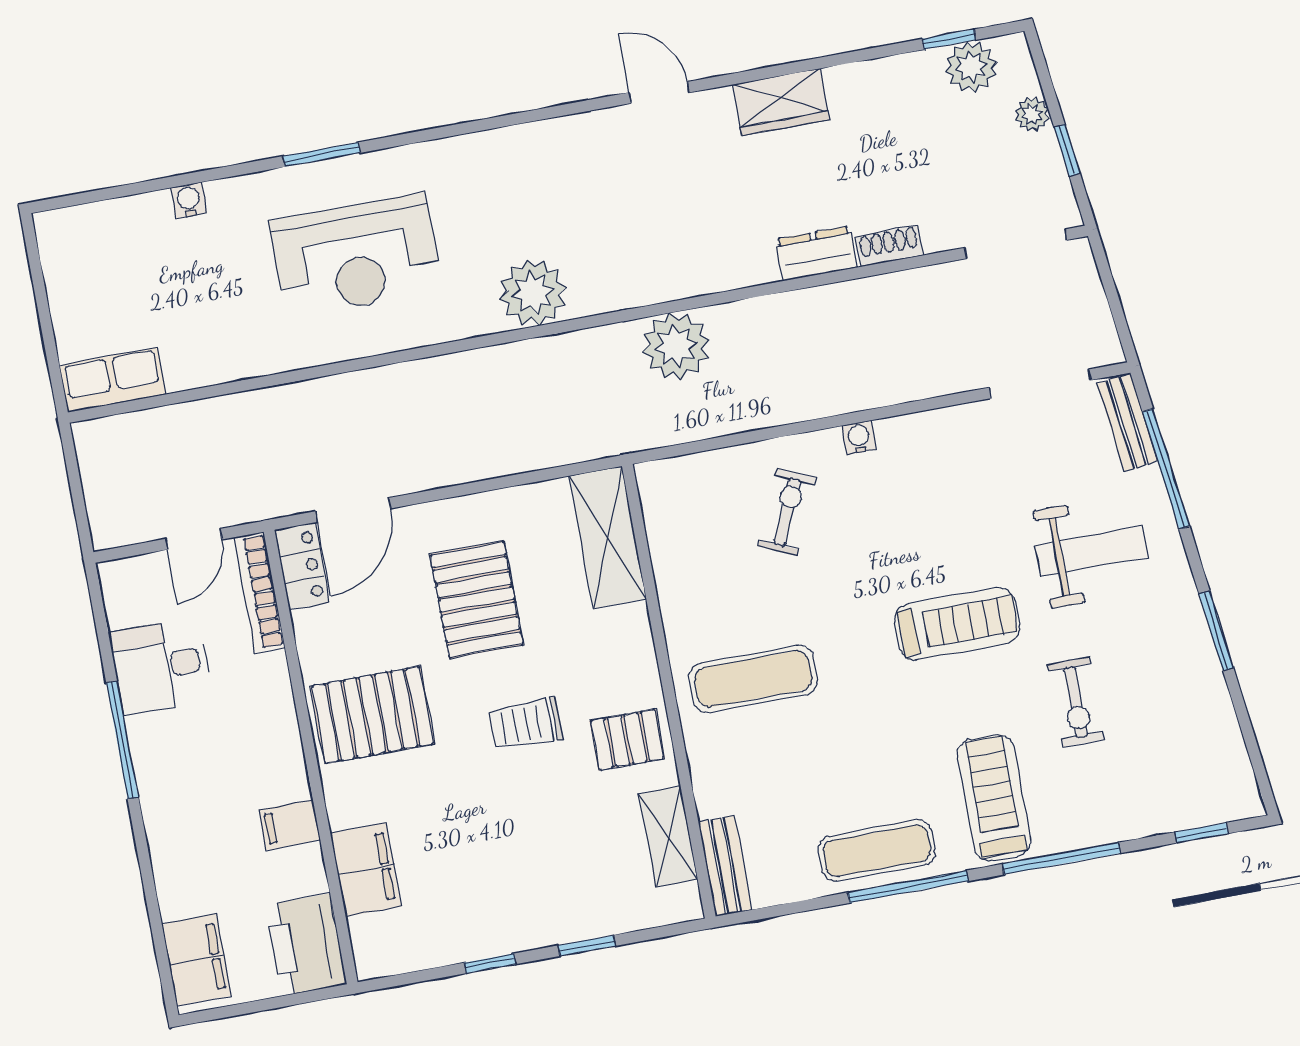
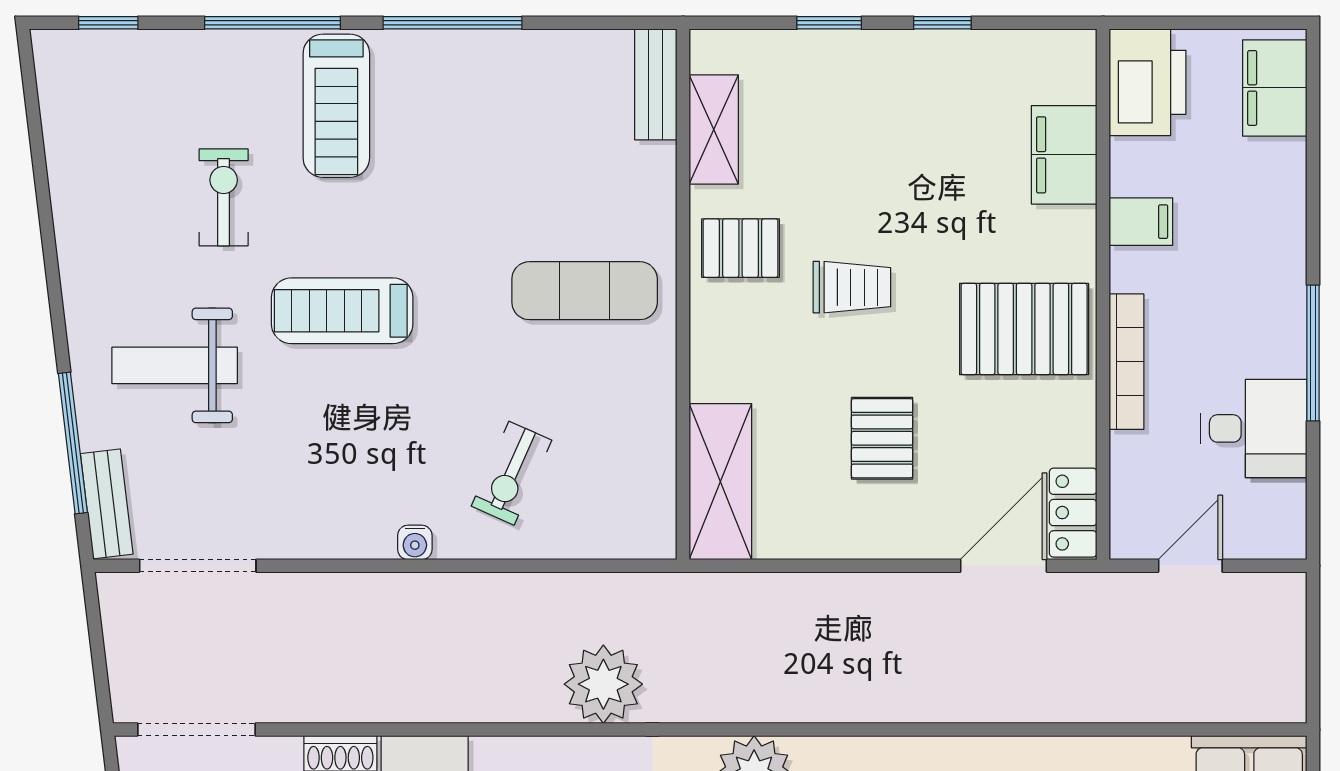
bookcase: (260, 592) -> (1127, 362), moved
pallet: (477, 600) -> (882, 438), width x0.67, depth x0.71
window: (1216, 631) -> (49, 249), removed
exercise mat: (877, 851) -> (480, 70), removed

